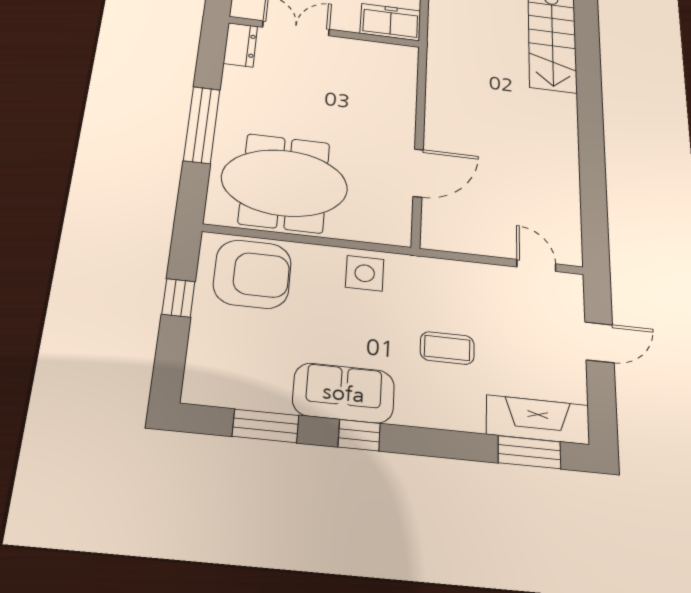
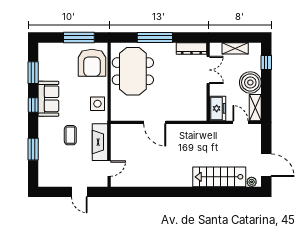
dresser: (240, 45) -> (191, 48), width x1.44
door: (418, 173) -> (155, 122), moved
window: (178, 298) -> (79, 37), width x2.17
fireplace: (538, 420) -> (100, 142), moved, turned 180
window: (529, 452) -> (33, 149), moved

